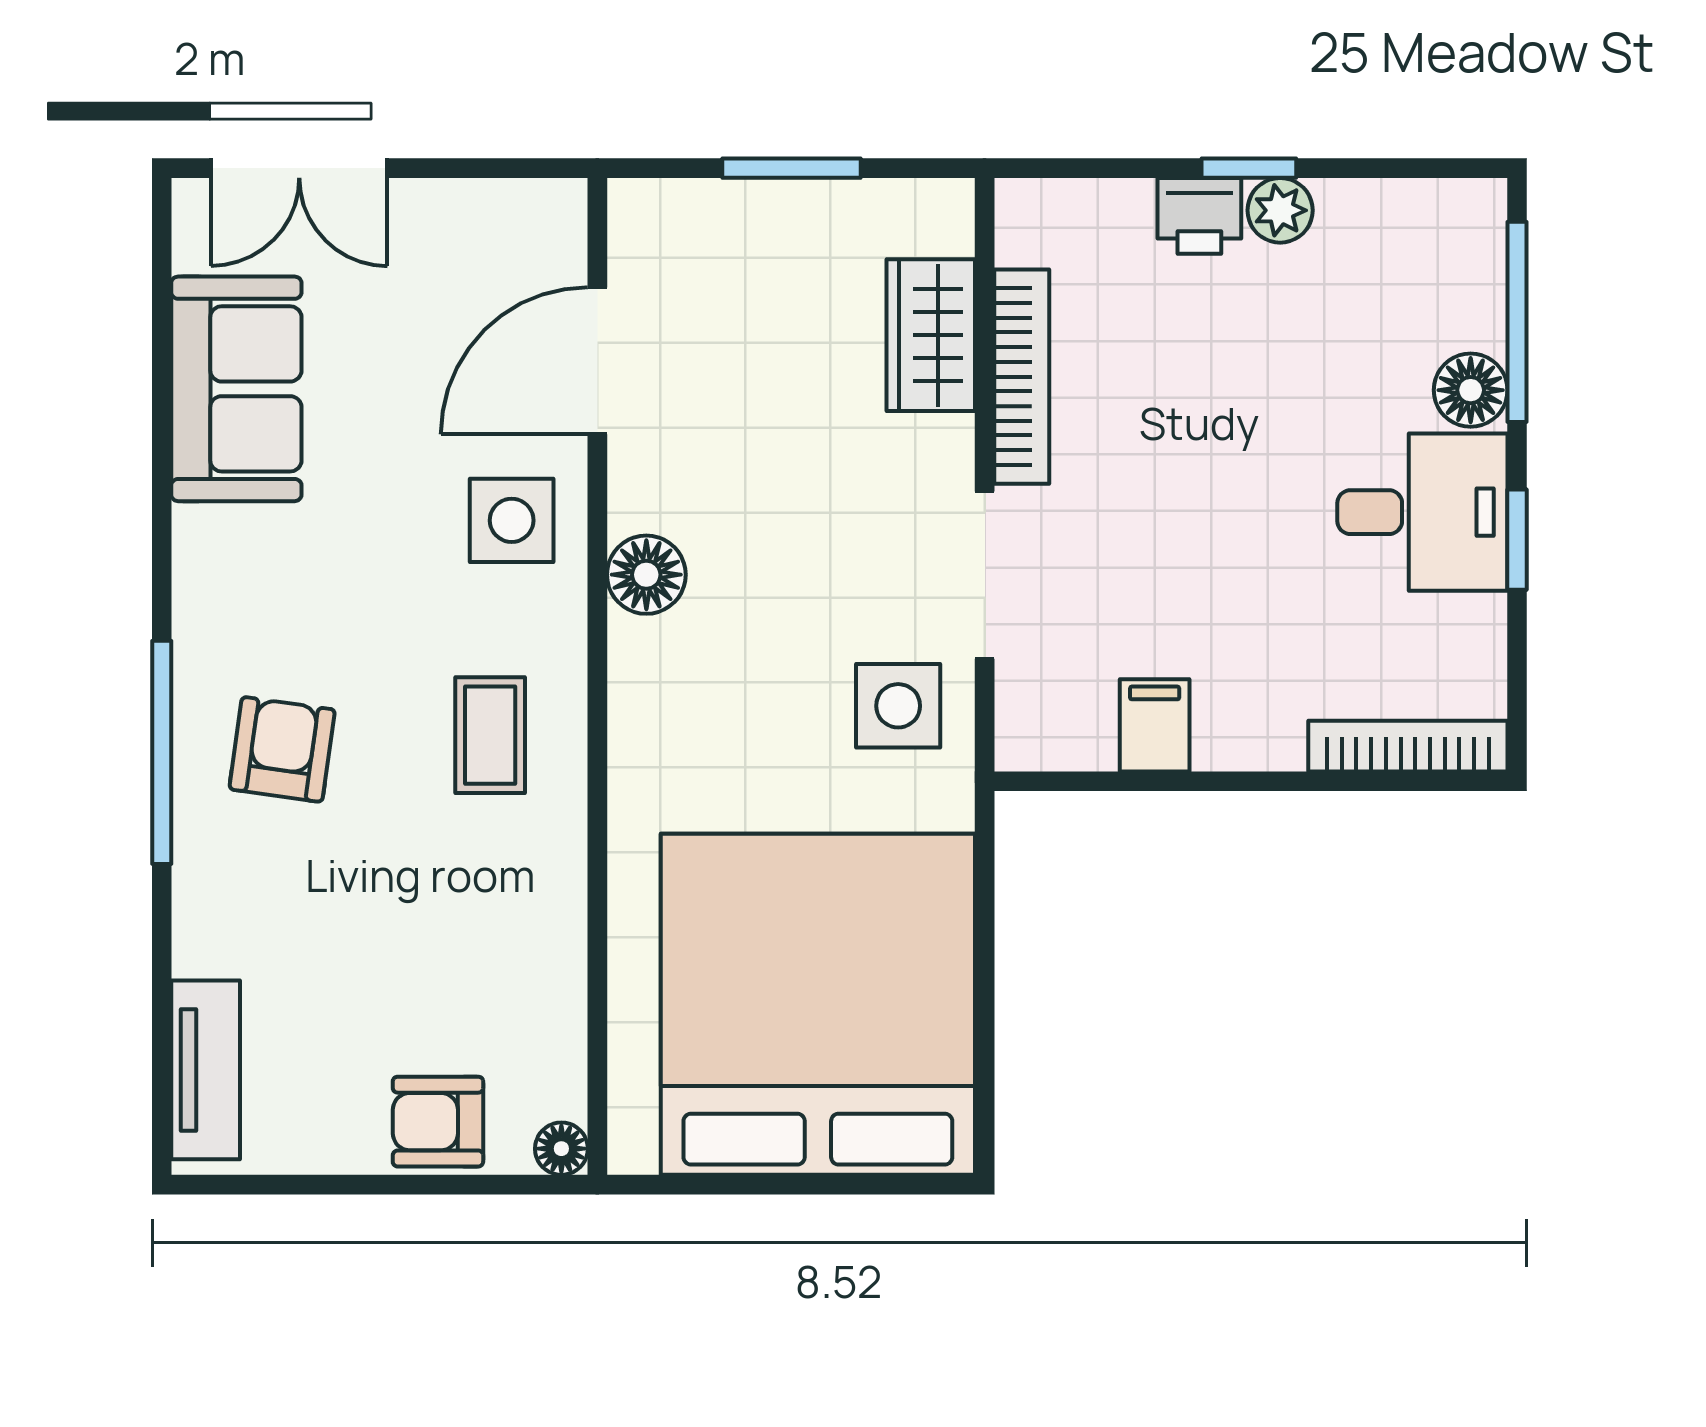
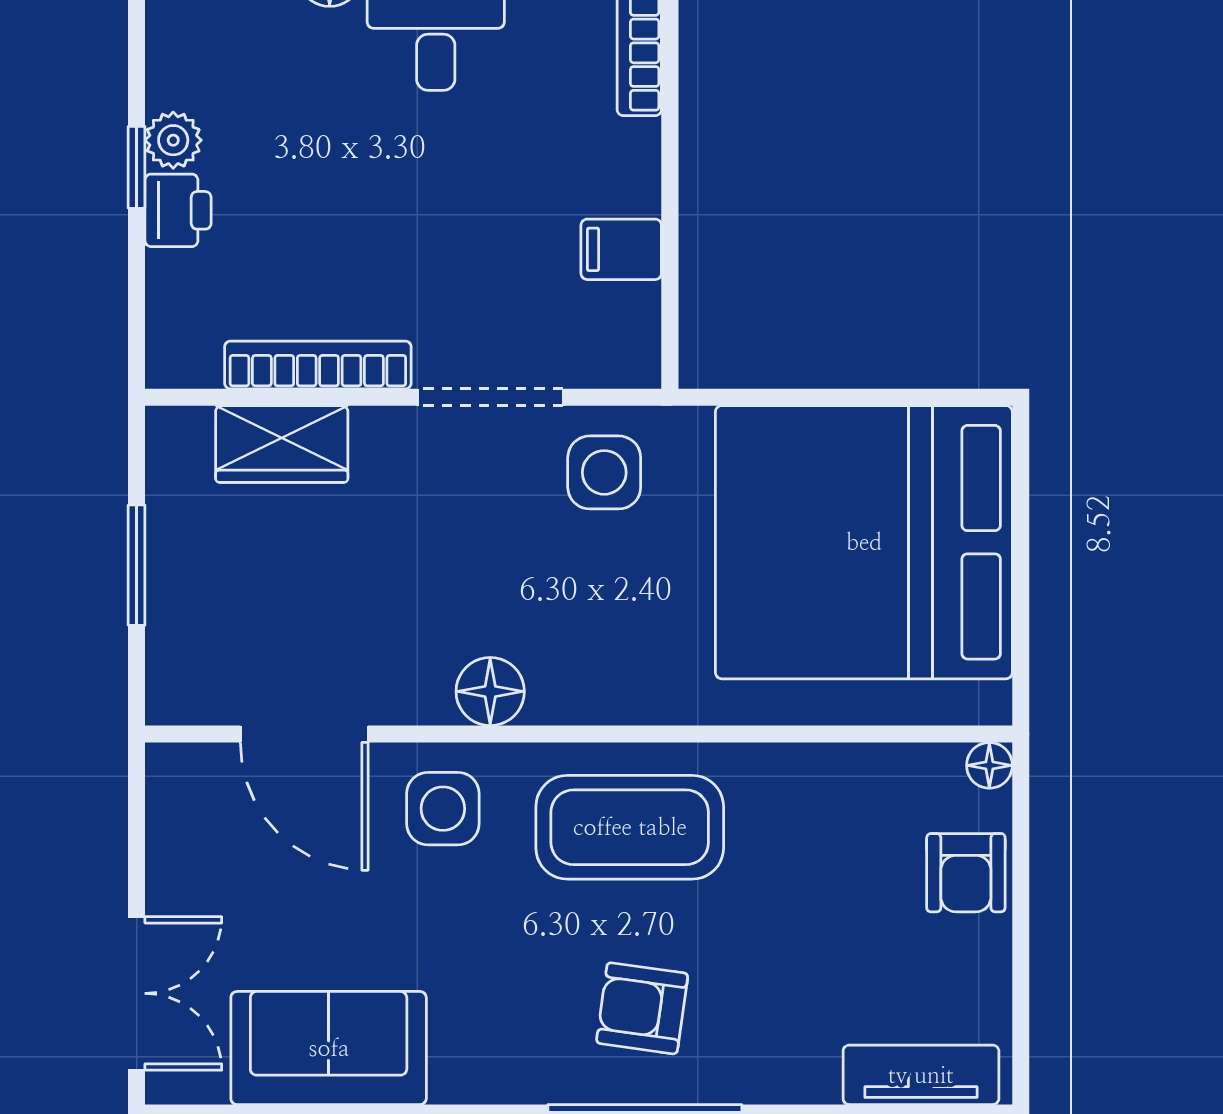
coffee table: (490, 735) -> (630, 827), width x1.86, depth x1.72

